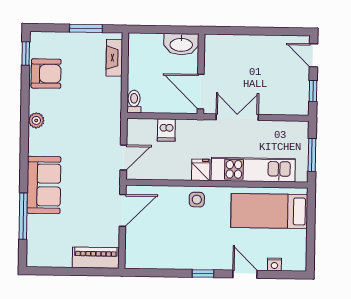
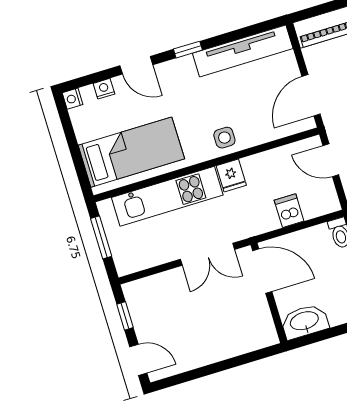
door: (123, 157) -> (331, 160), hinge flipped
tv unit: (163, 259) -> (243, 51), added
nightstand: (300, 265) -> (73, 99), added

